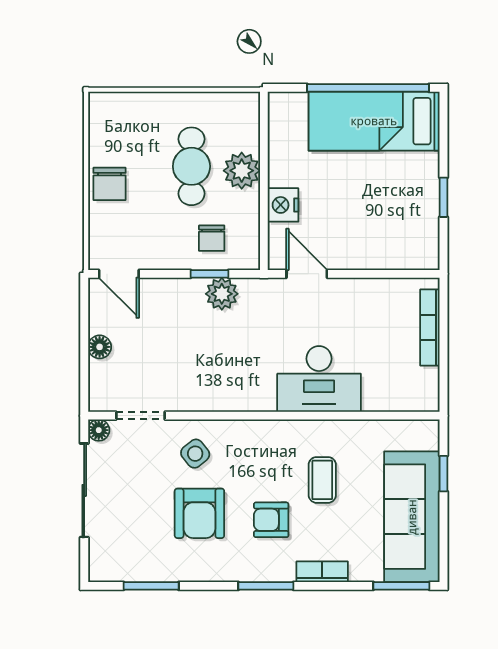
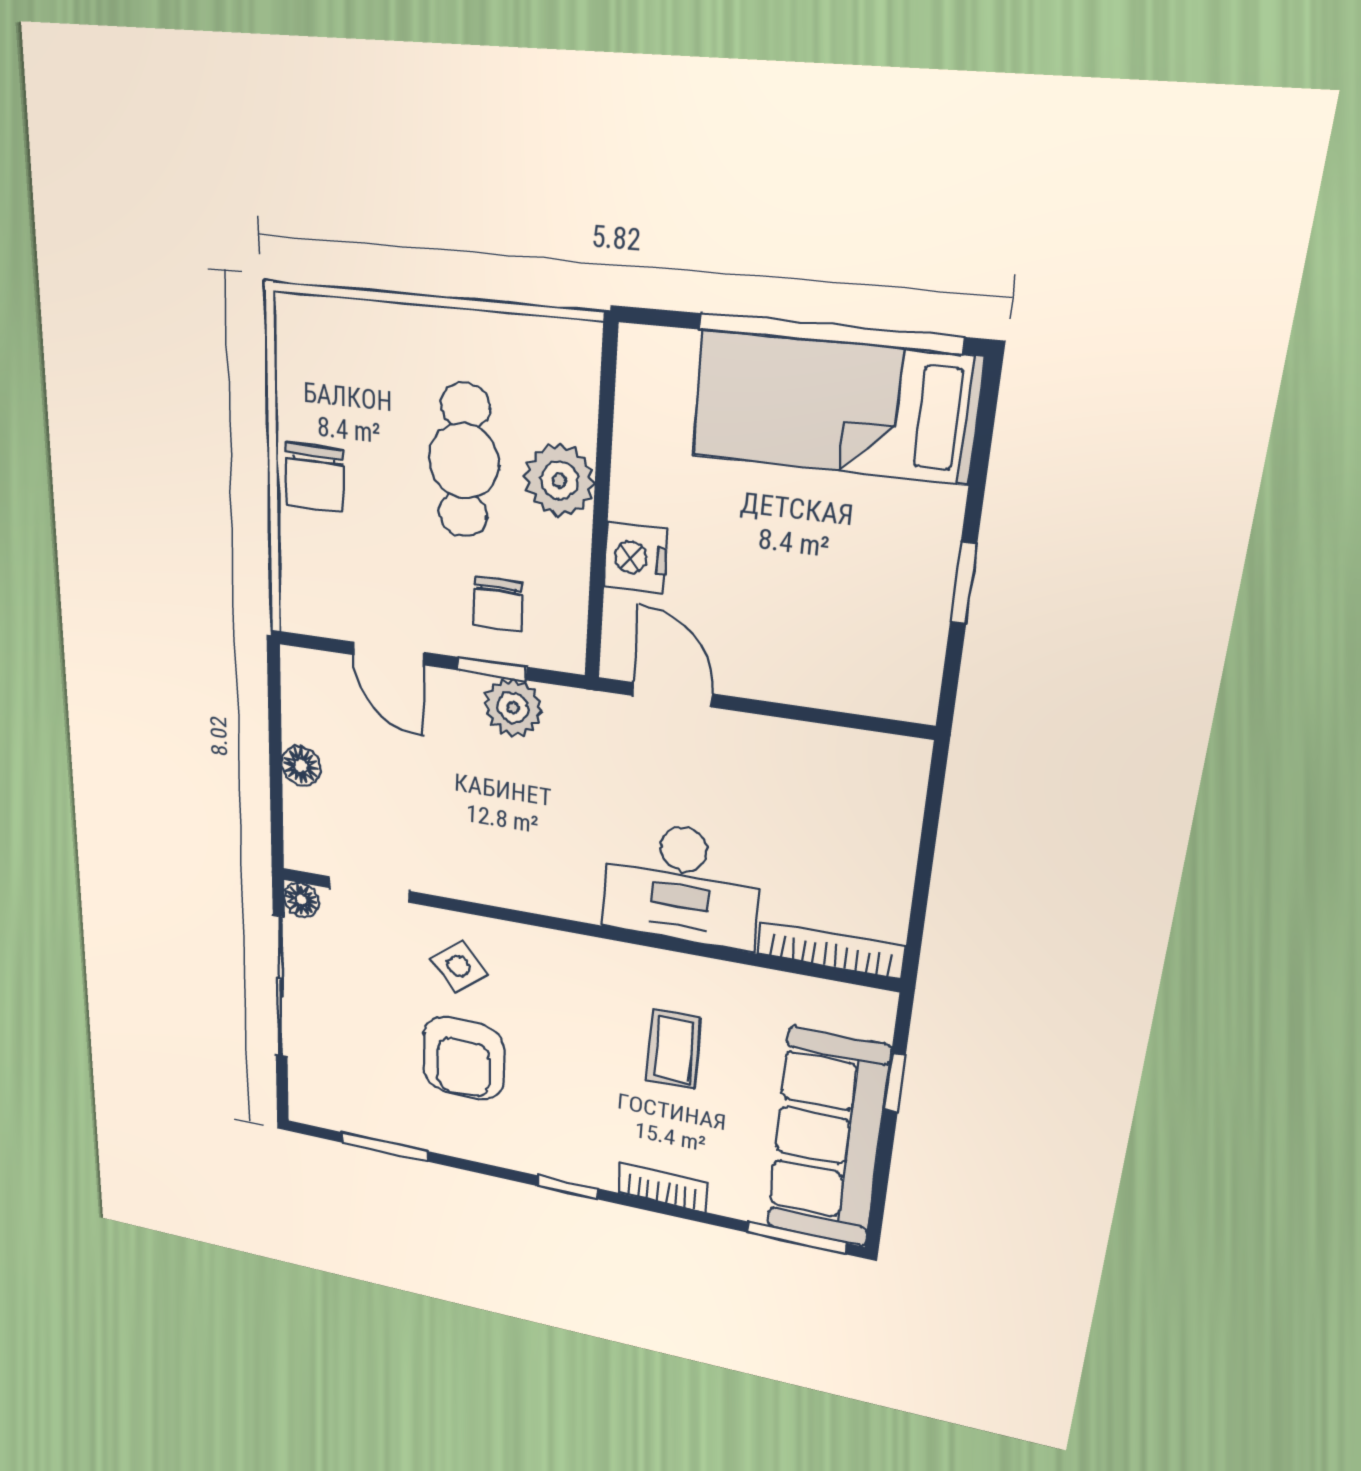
door: (119, 274) -> (389, 653), moved
bookcase: (430, 328) -> (831, 950), moved, turned 90
armchair: (271, 520) -> (582, 1093), removed
window: (266, 586) -> (568, 1187), width x0.67

